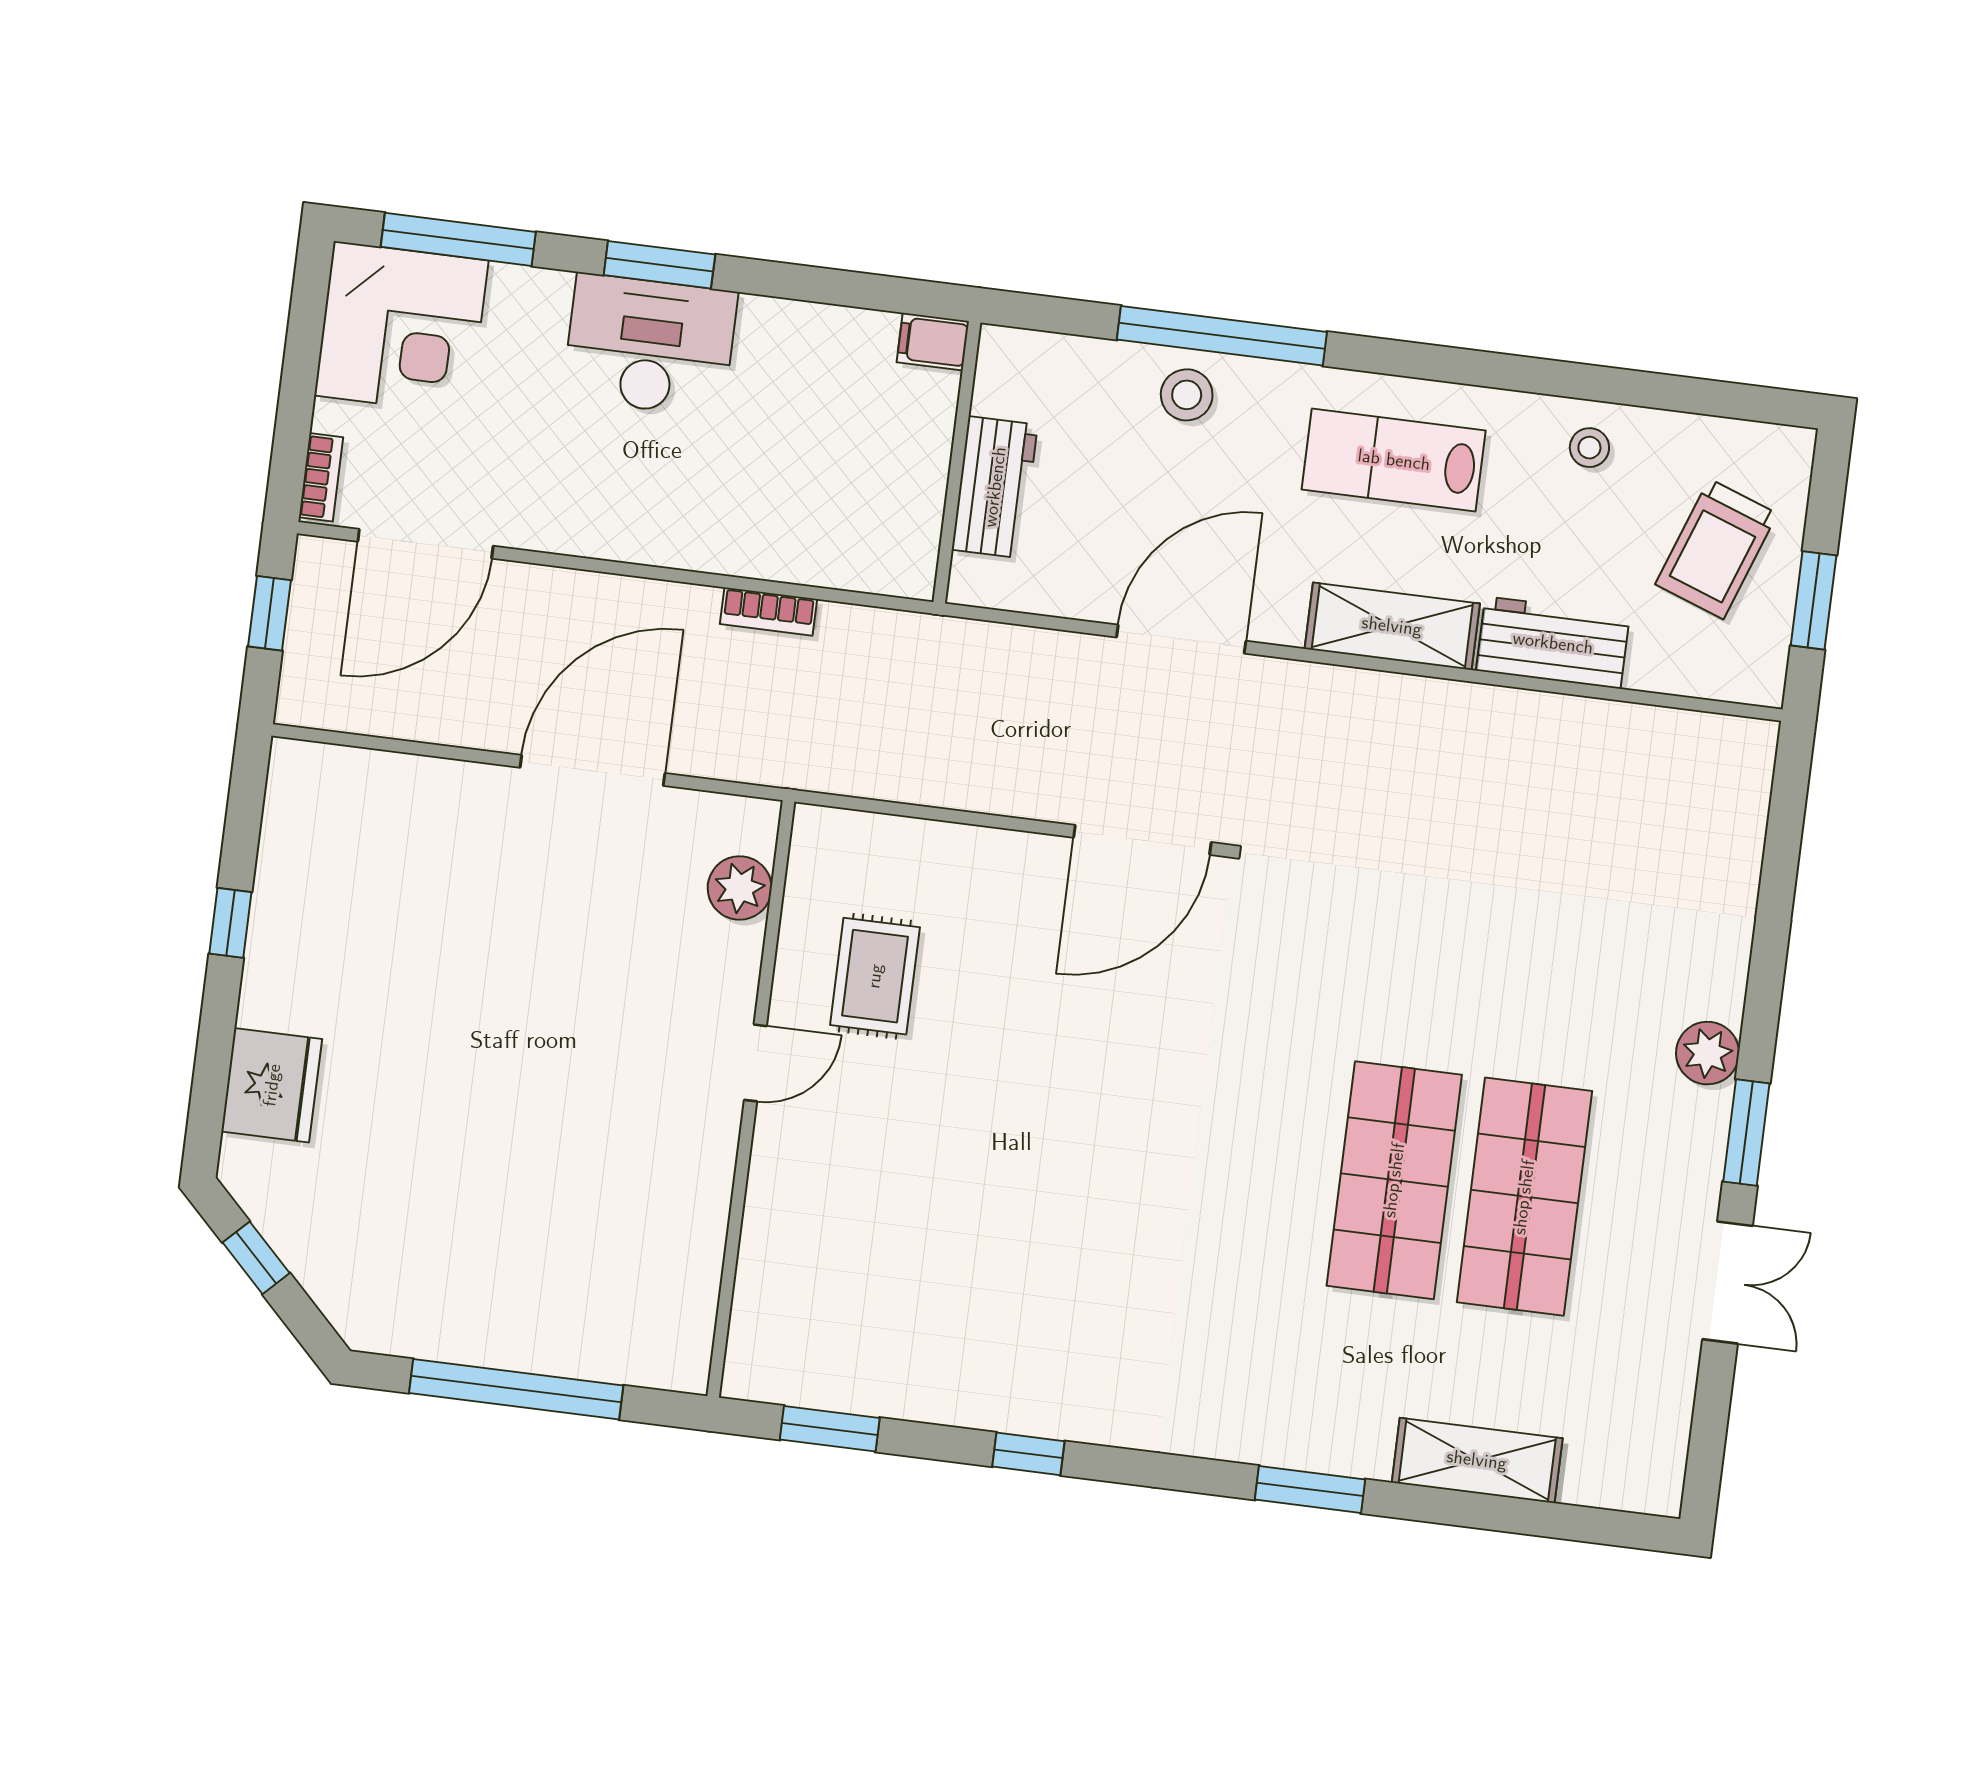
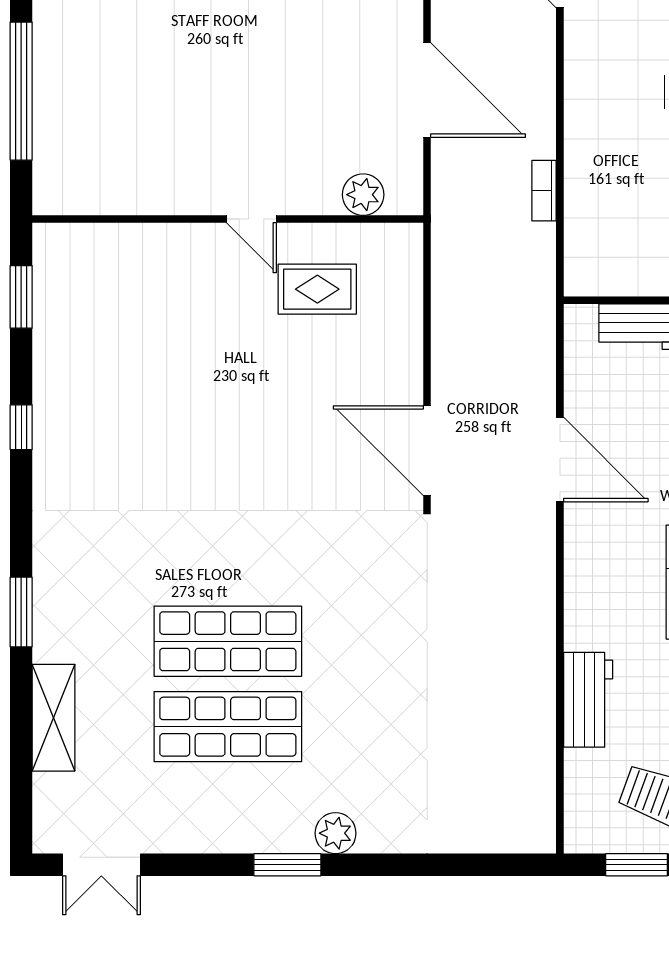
shelving: (1392, 626) -> (585, 595), removed
double door: (1727, 1283) -> (101, 865), moved

